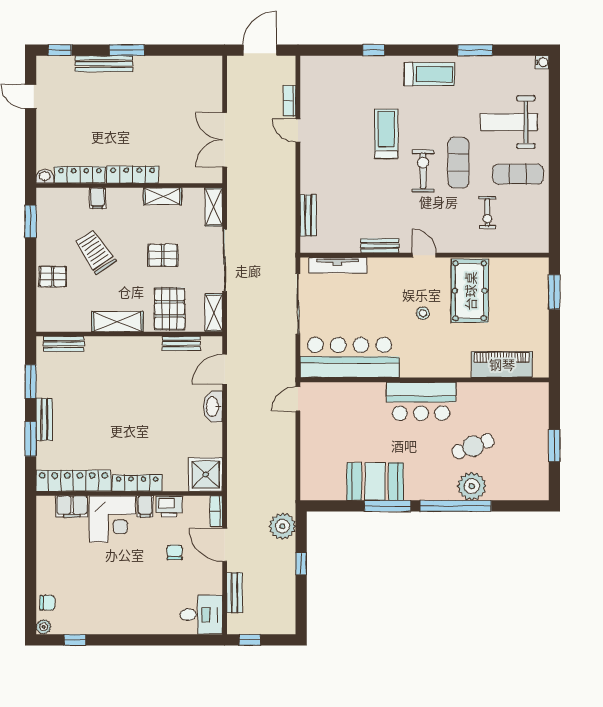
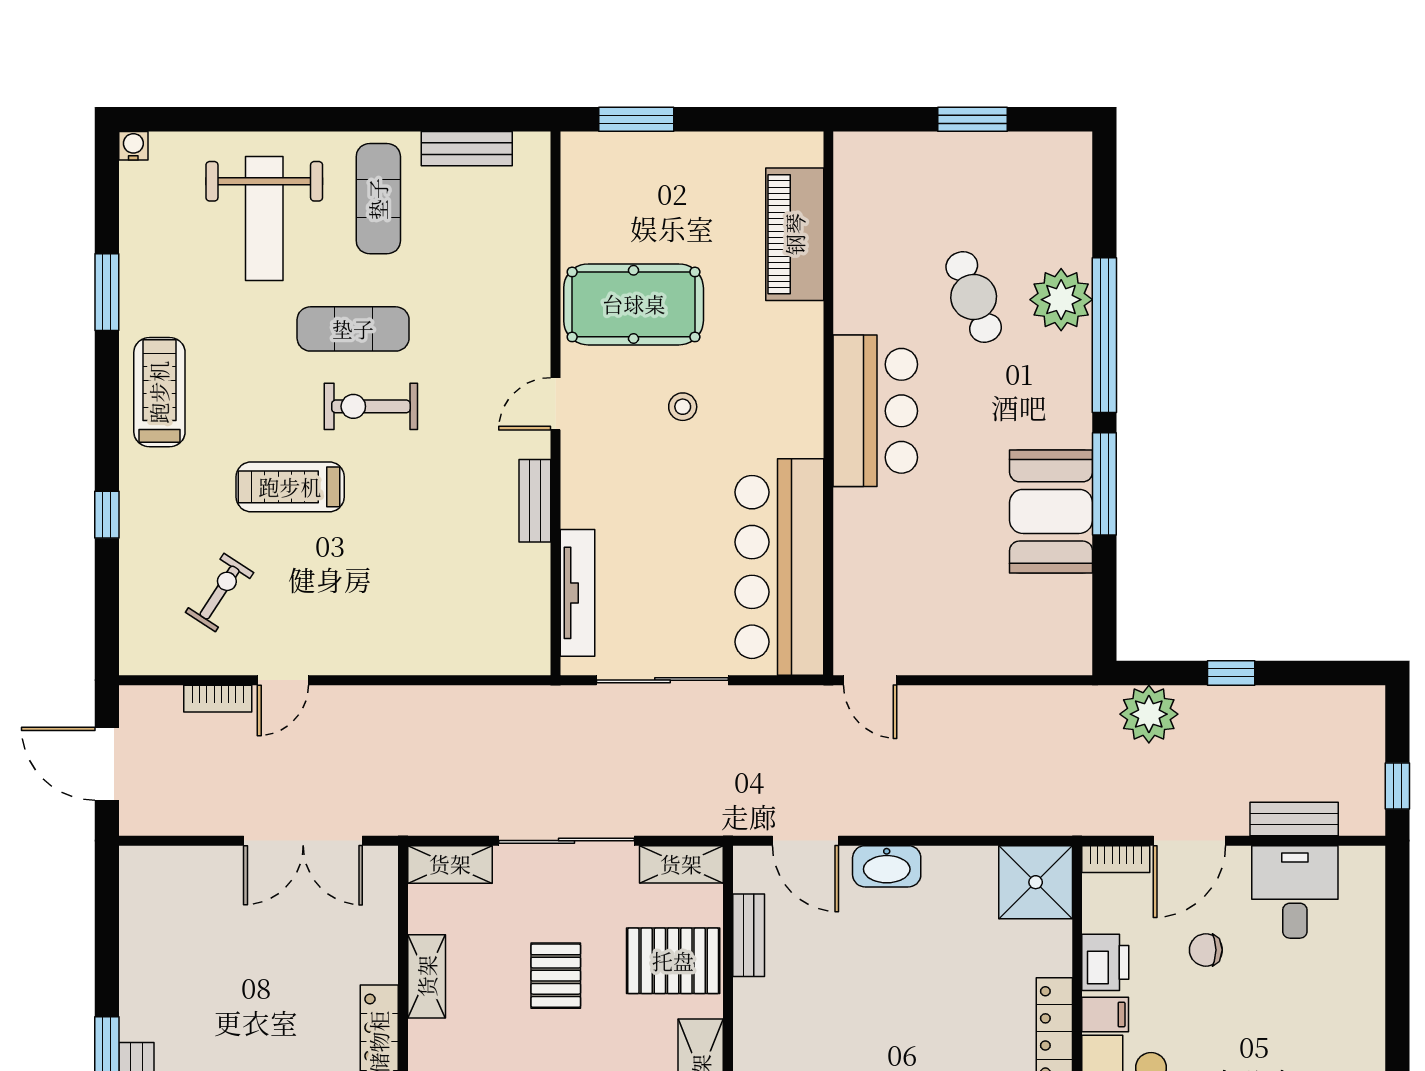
exercise bike: (487, 212) -> (220, 593), moved, turned -57
bench: (308, 215) -> (467, 149), moved
desk: (201, 615) -> (1295, 892), moved

